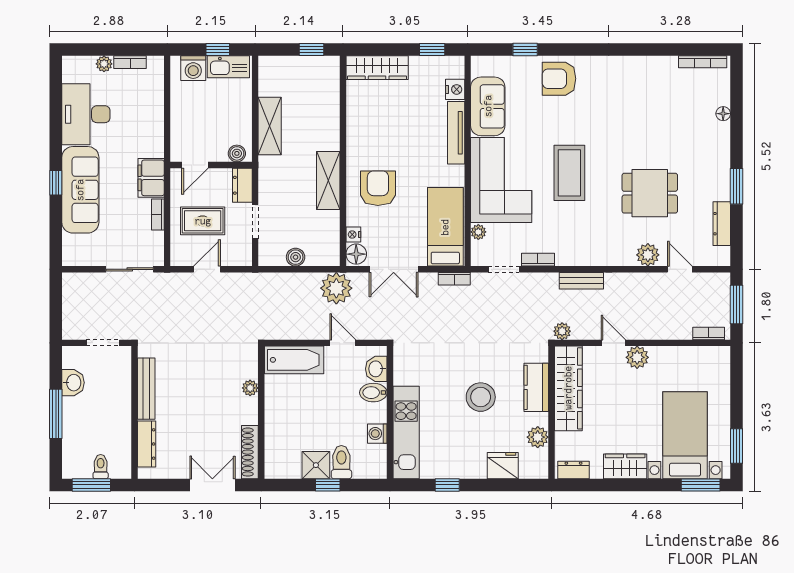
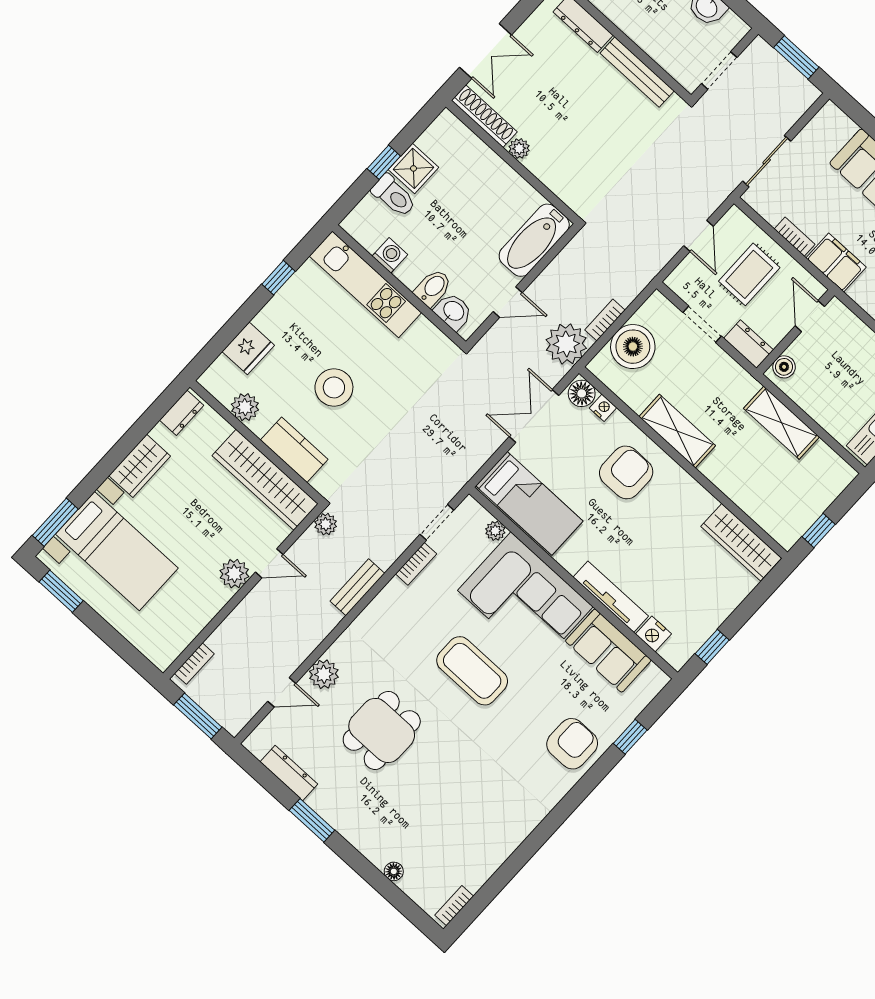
bookcase: (703, 62) -> (454, 906), width x0.64
wardrobe: (377, 68) -> (741, 542), moved, turned -90
armchair: (378, 188) -> (626, 472), turned -90
boiler: (296, 257) -> (633, 347), width x1.86, depth x1.86
bookcase: (454, 279) -> (605, 320), moved
window: (56, 306) -> (796, 57), added
plant: (250, 388) -> (519, 148), moved

